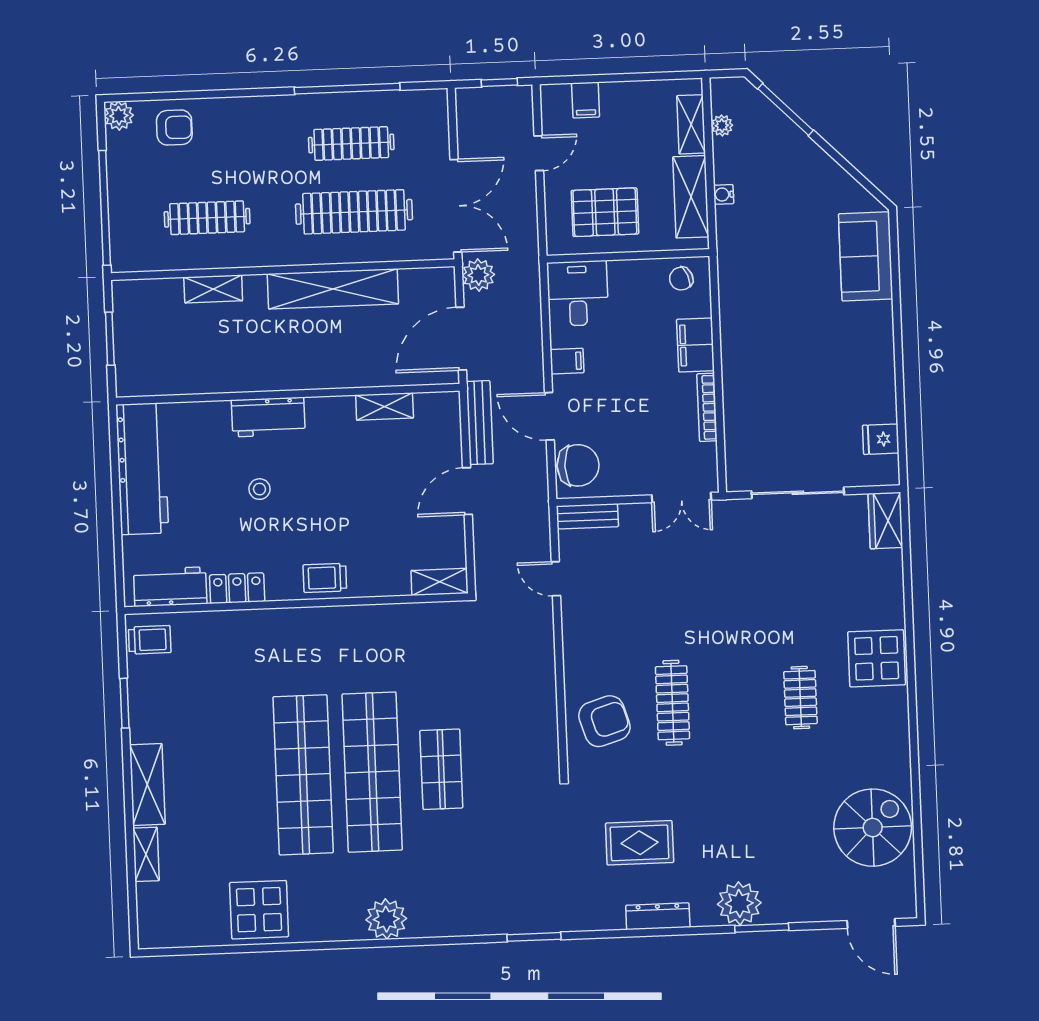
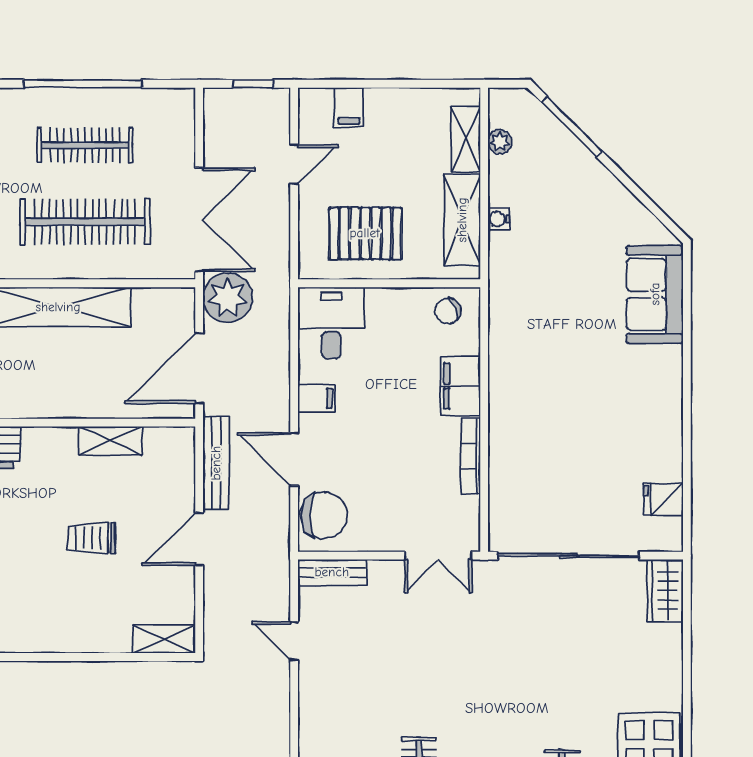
plant: (478, 275) -> (228, 298), width x1.36, depth x1.36
sliding door: (798, 493) -> (568, 556), width x1.36
trolley: (325, 578) -> (91, 538), moved

